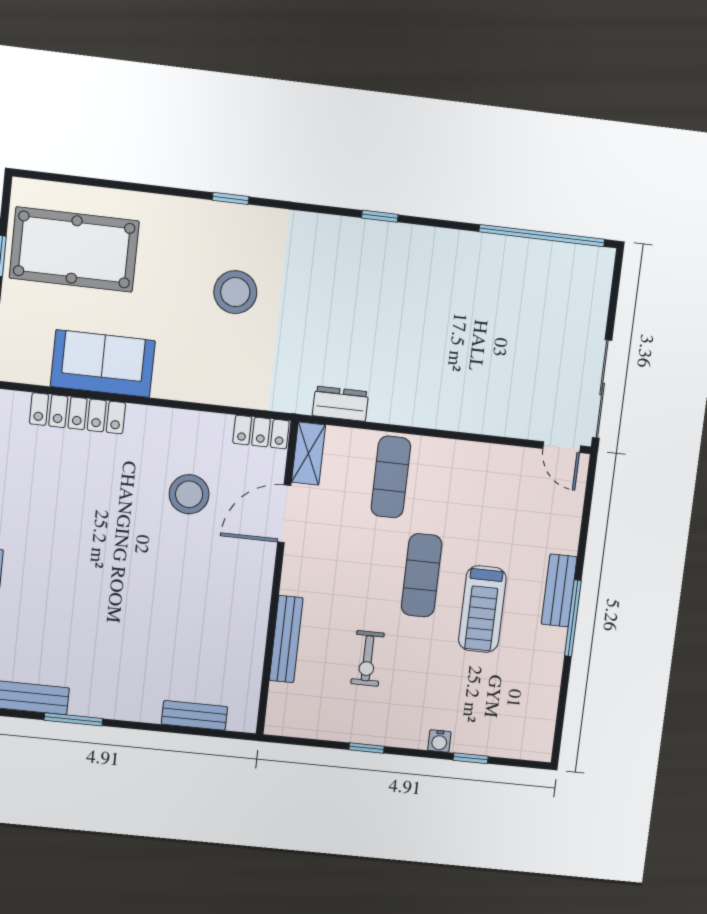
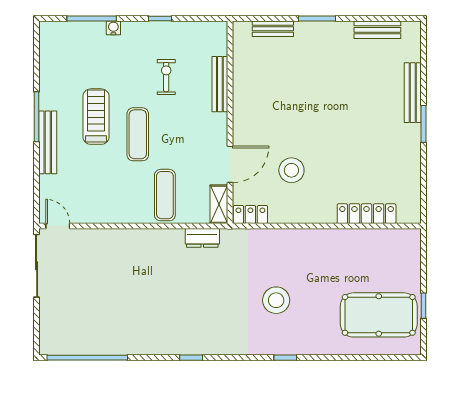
sofa: (103, 364) -> (354, 246), removed
bench: (559, 590) -> (48, 142), width x1.36
window: (73, 719) -> (317, 19), moved
window: (471, 758) -> (92, 19), width x2.17

